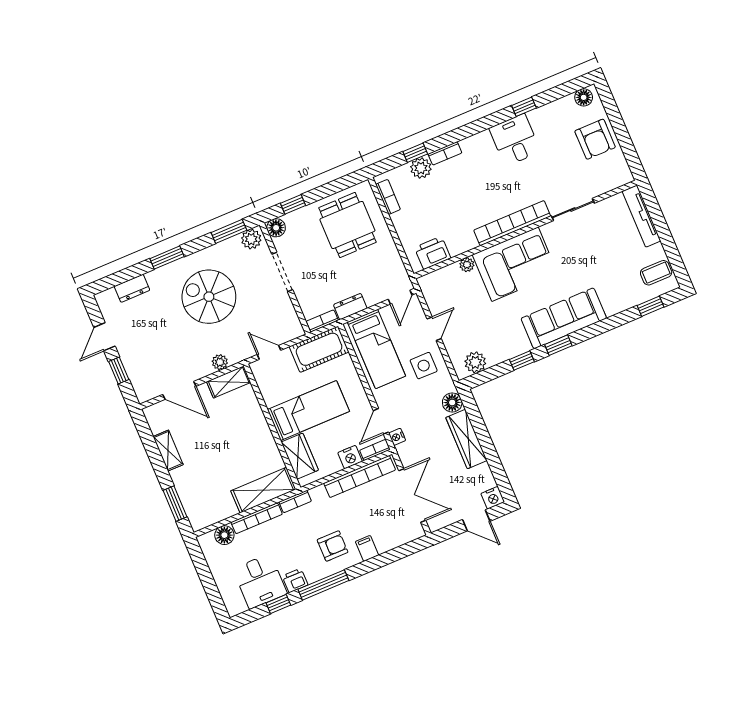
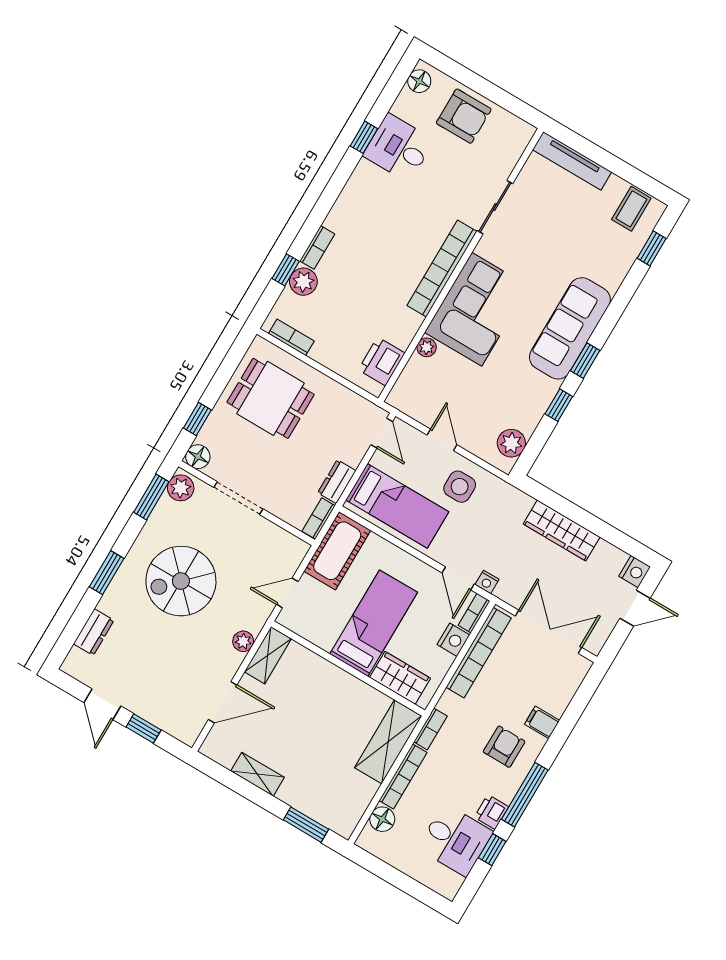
desk: (515, 140) -> (399, 148), moved
floor lamp: (452, 402) -> (518, 503), removed

